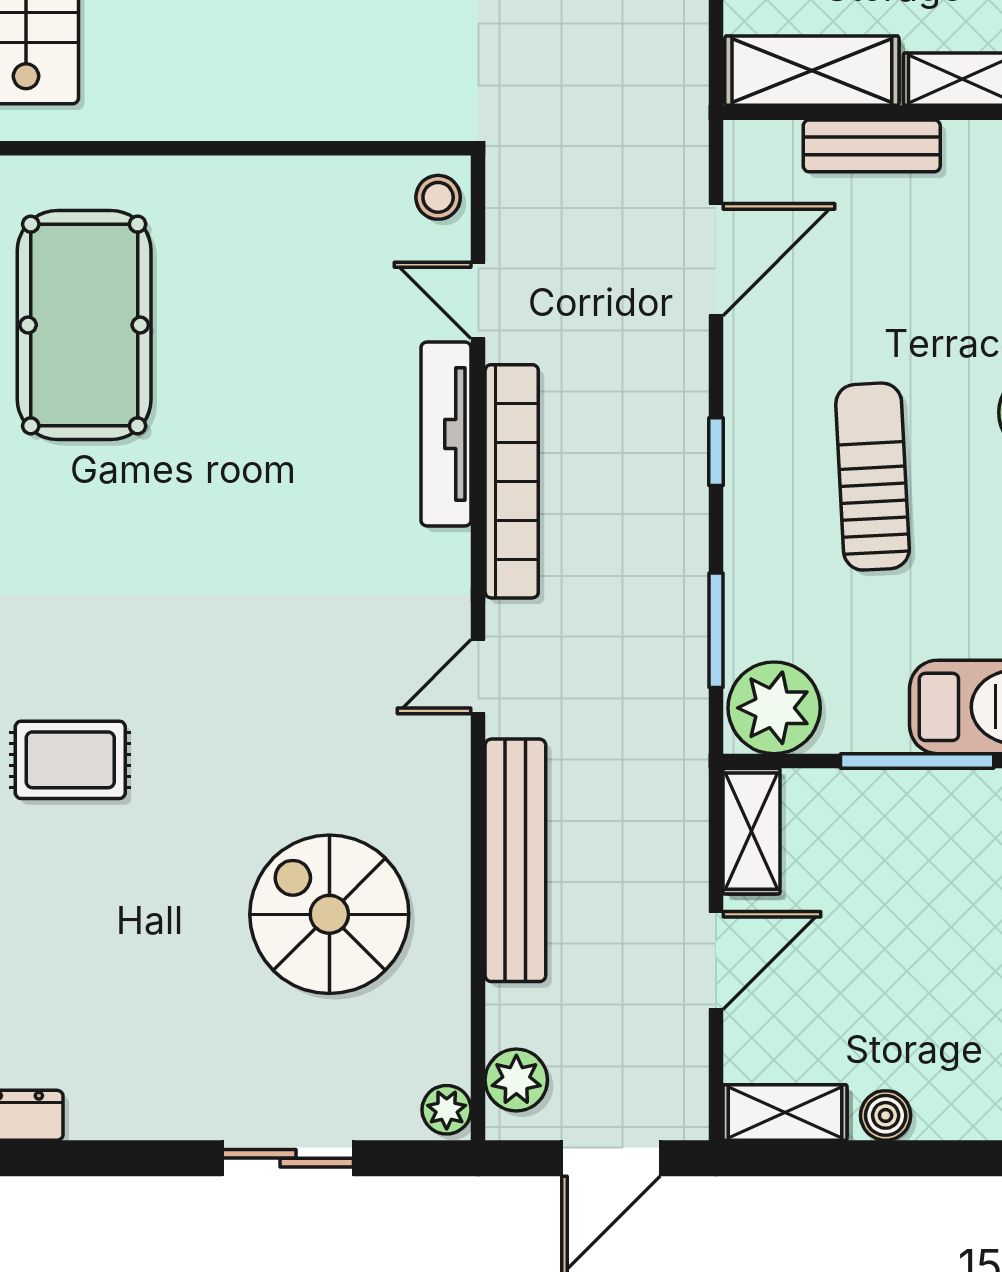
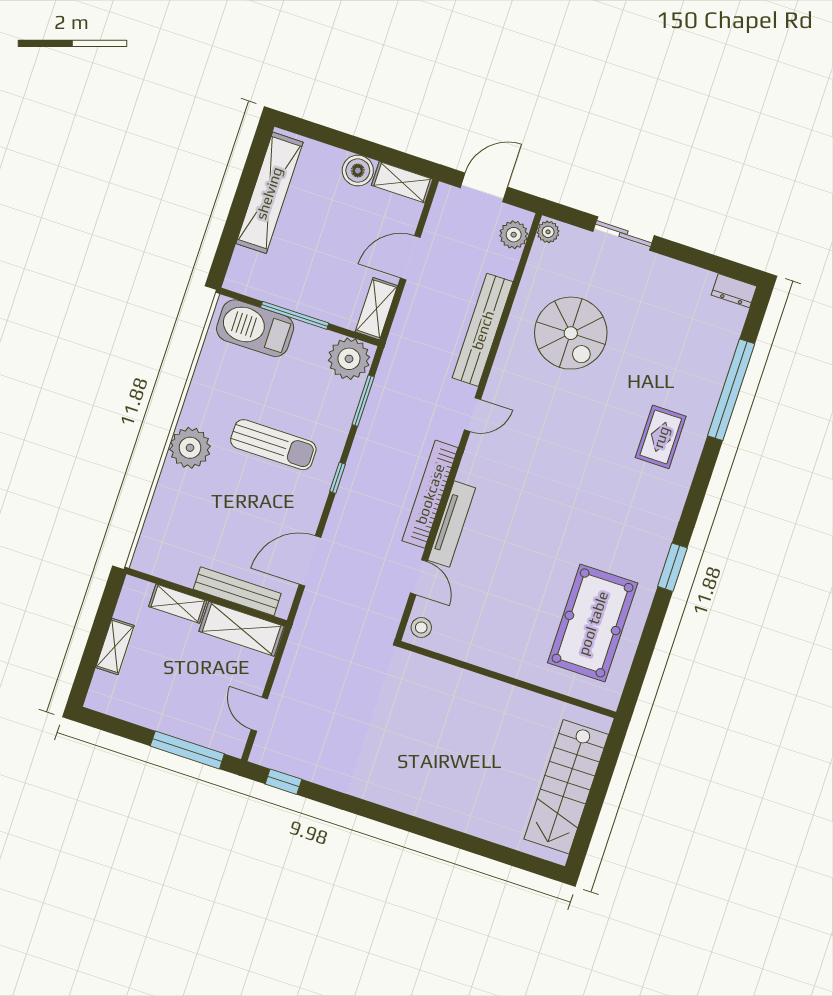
bench: (872, 146) -> (237, 591), width x1.36
sun lounger: (873, 477) -> (273, 445), turned -87
rug: (70, 760) -> (661, 437), turned 90
boiler: (886, 1115) -> (358, 171), width x1.36, depth x1.36

